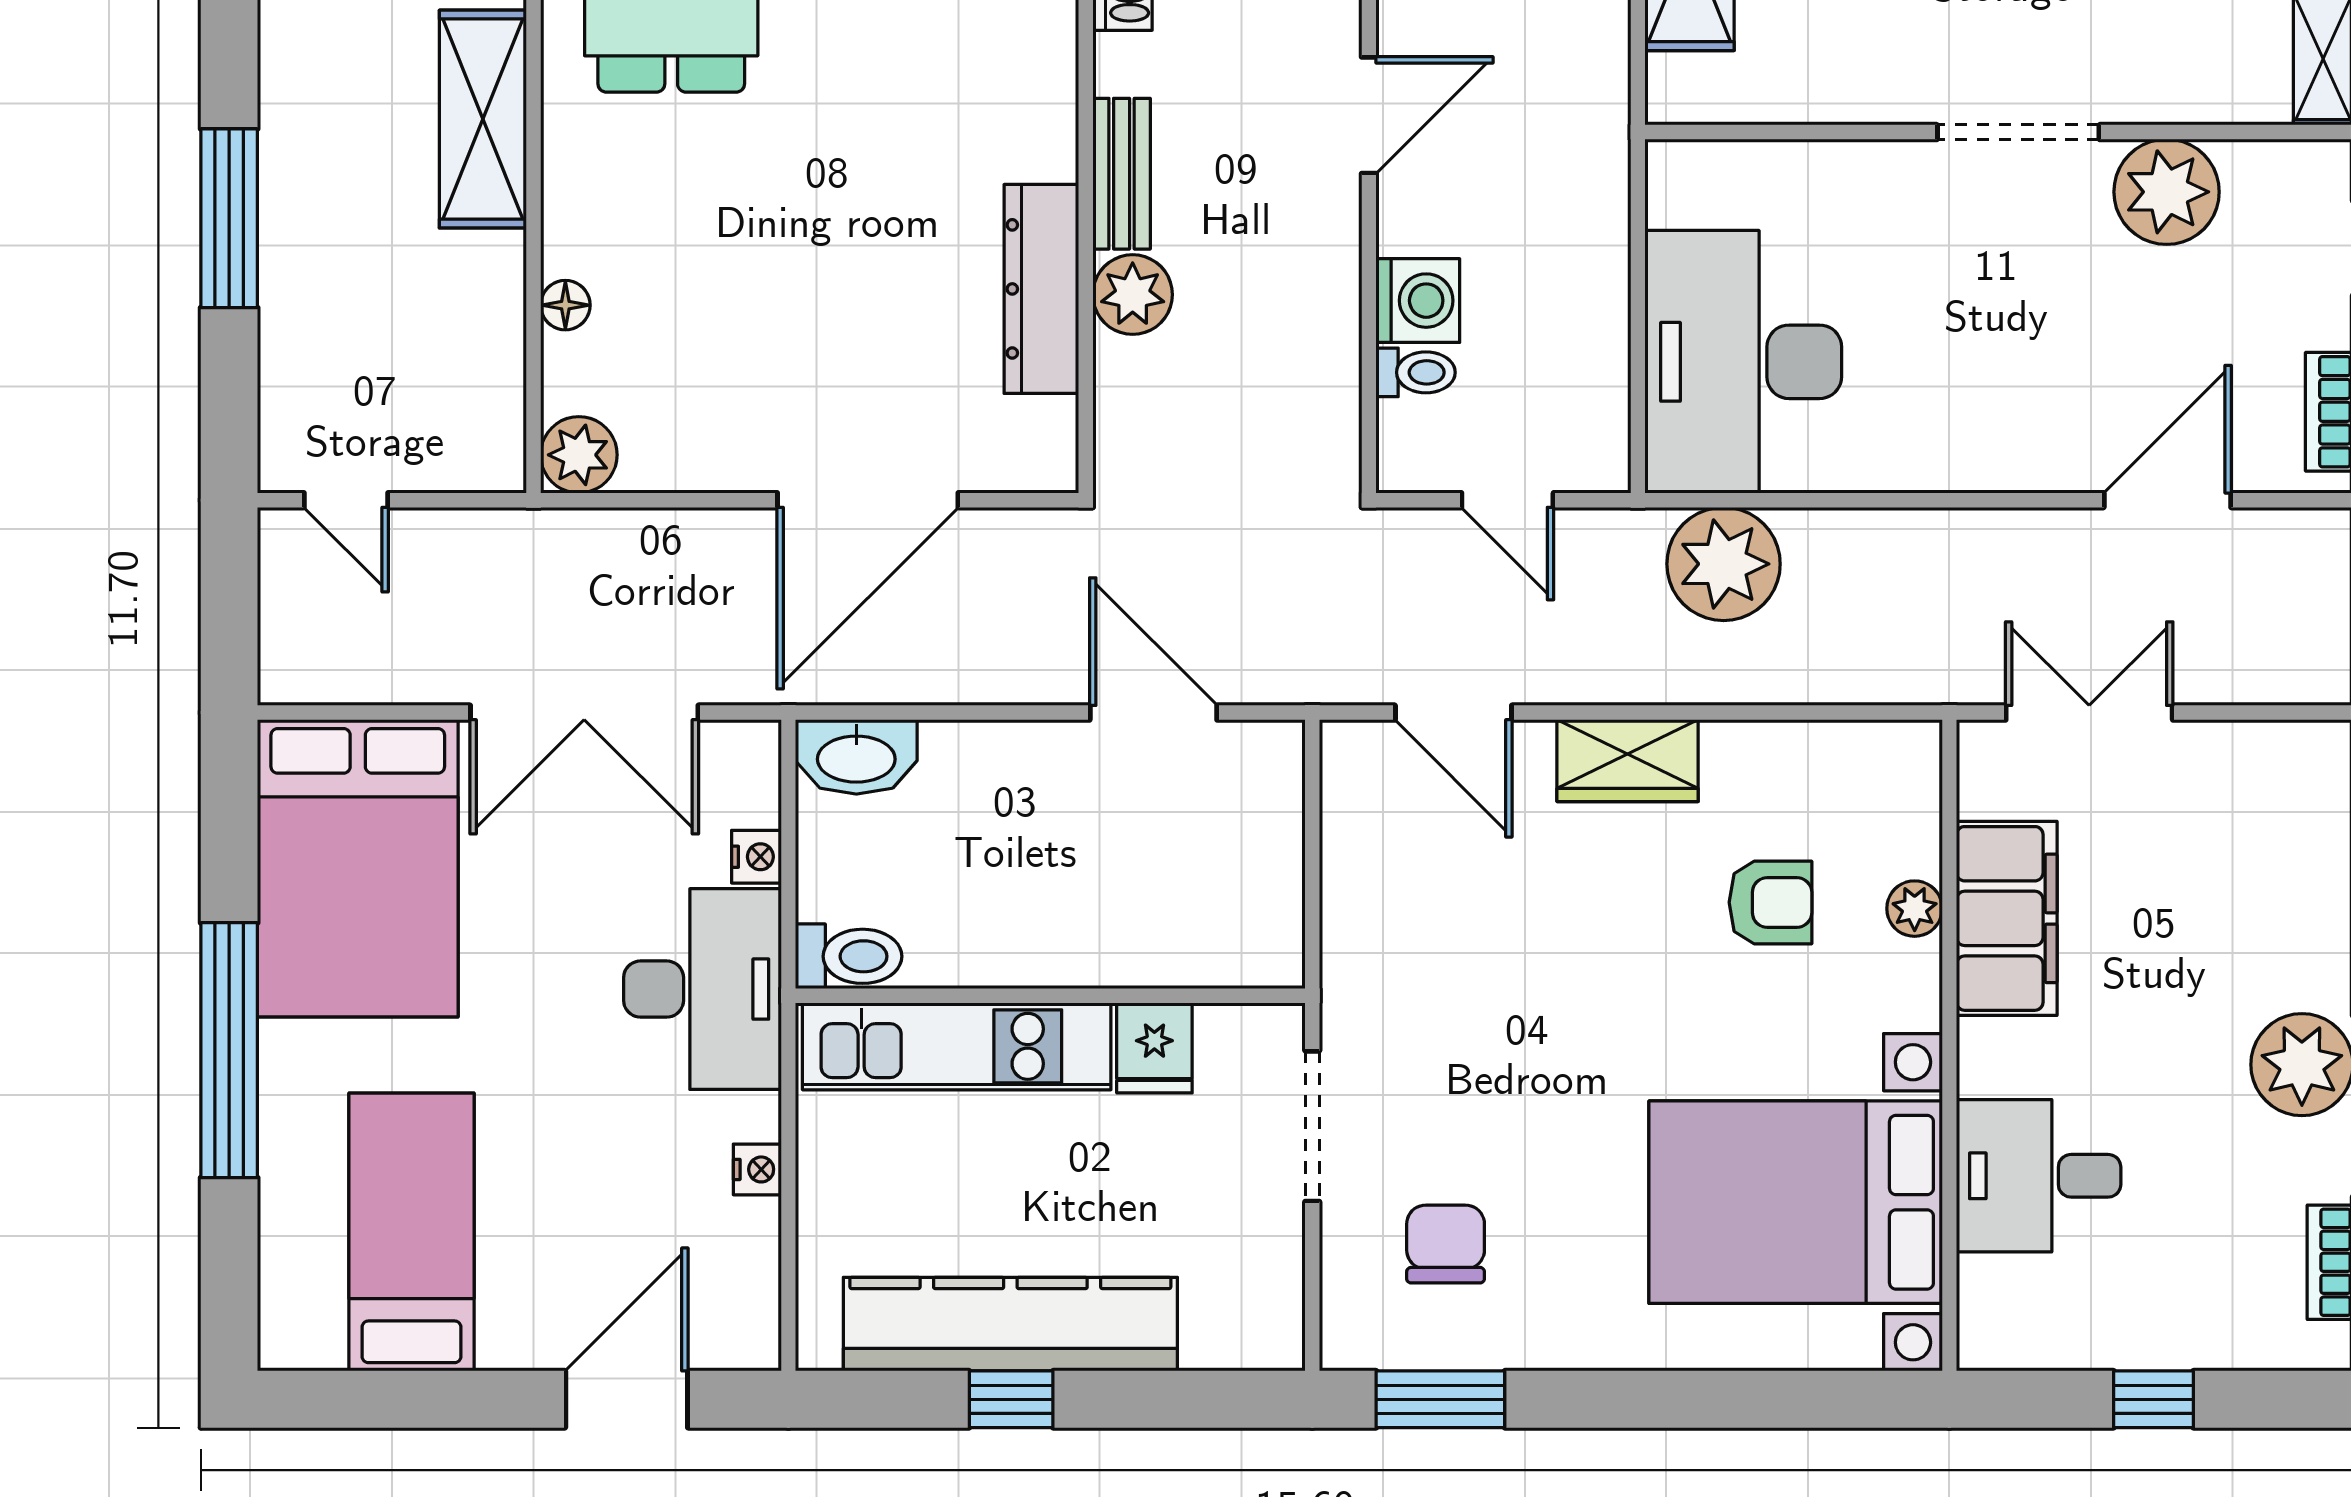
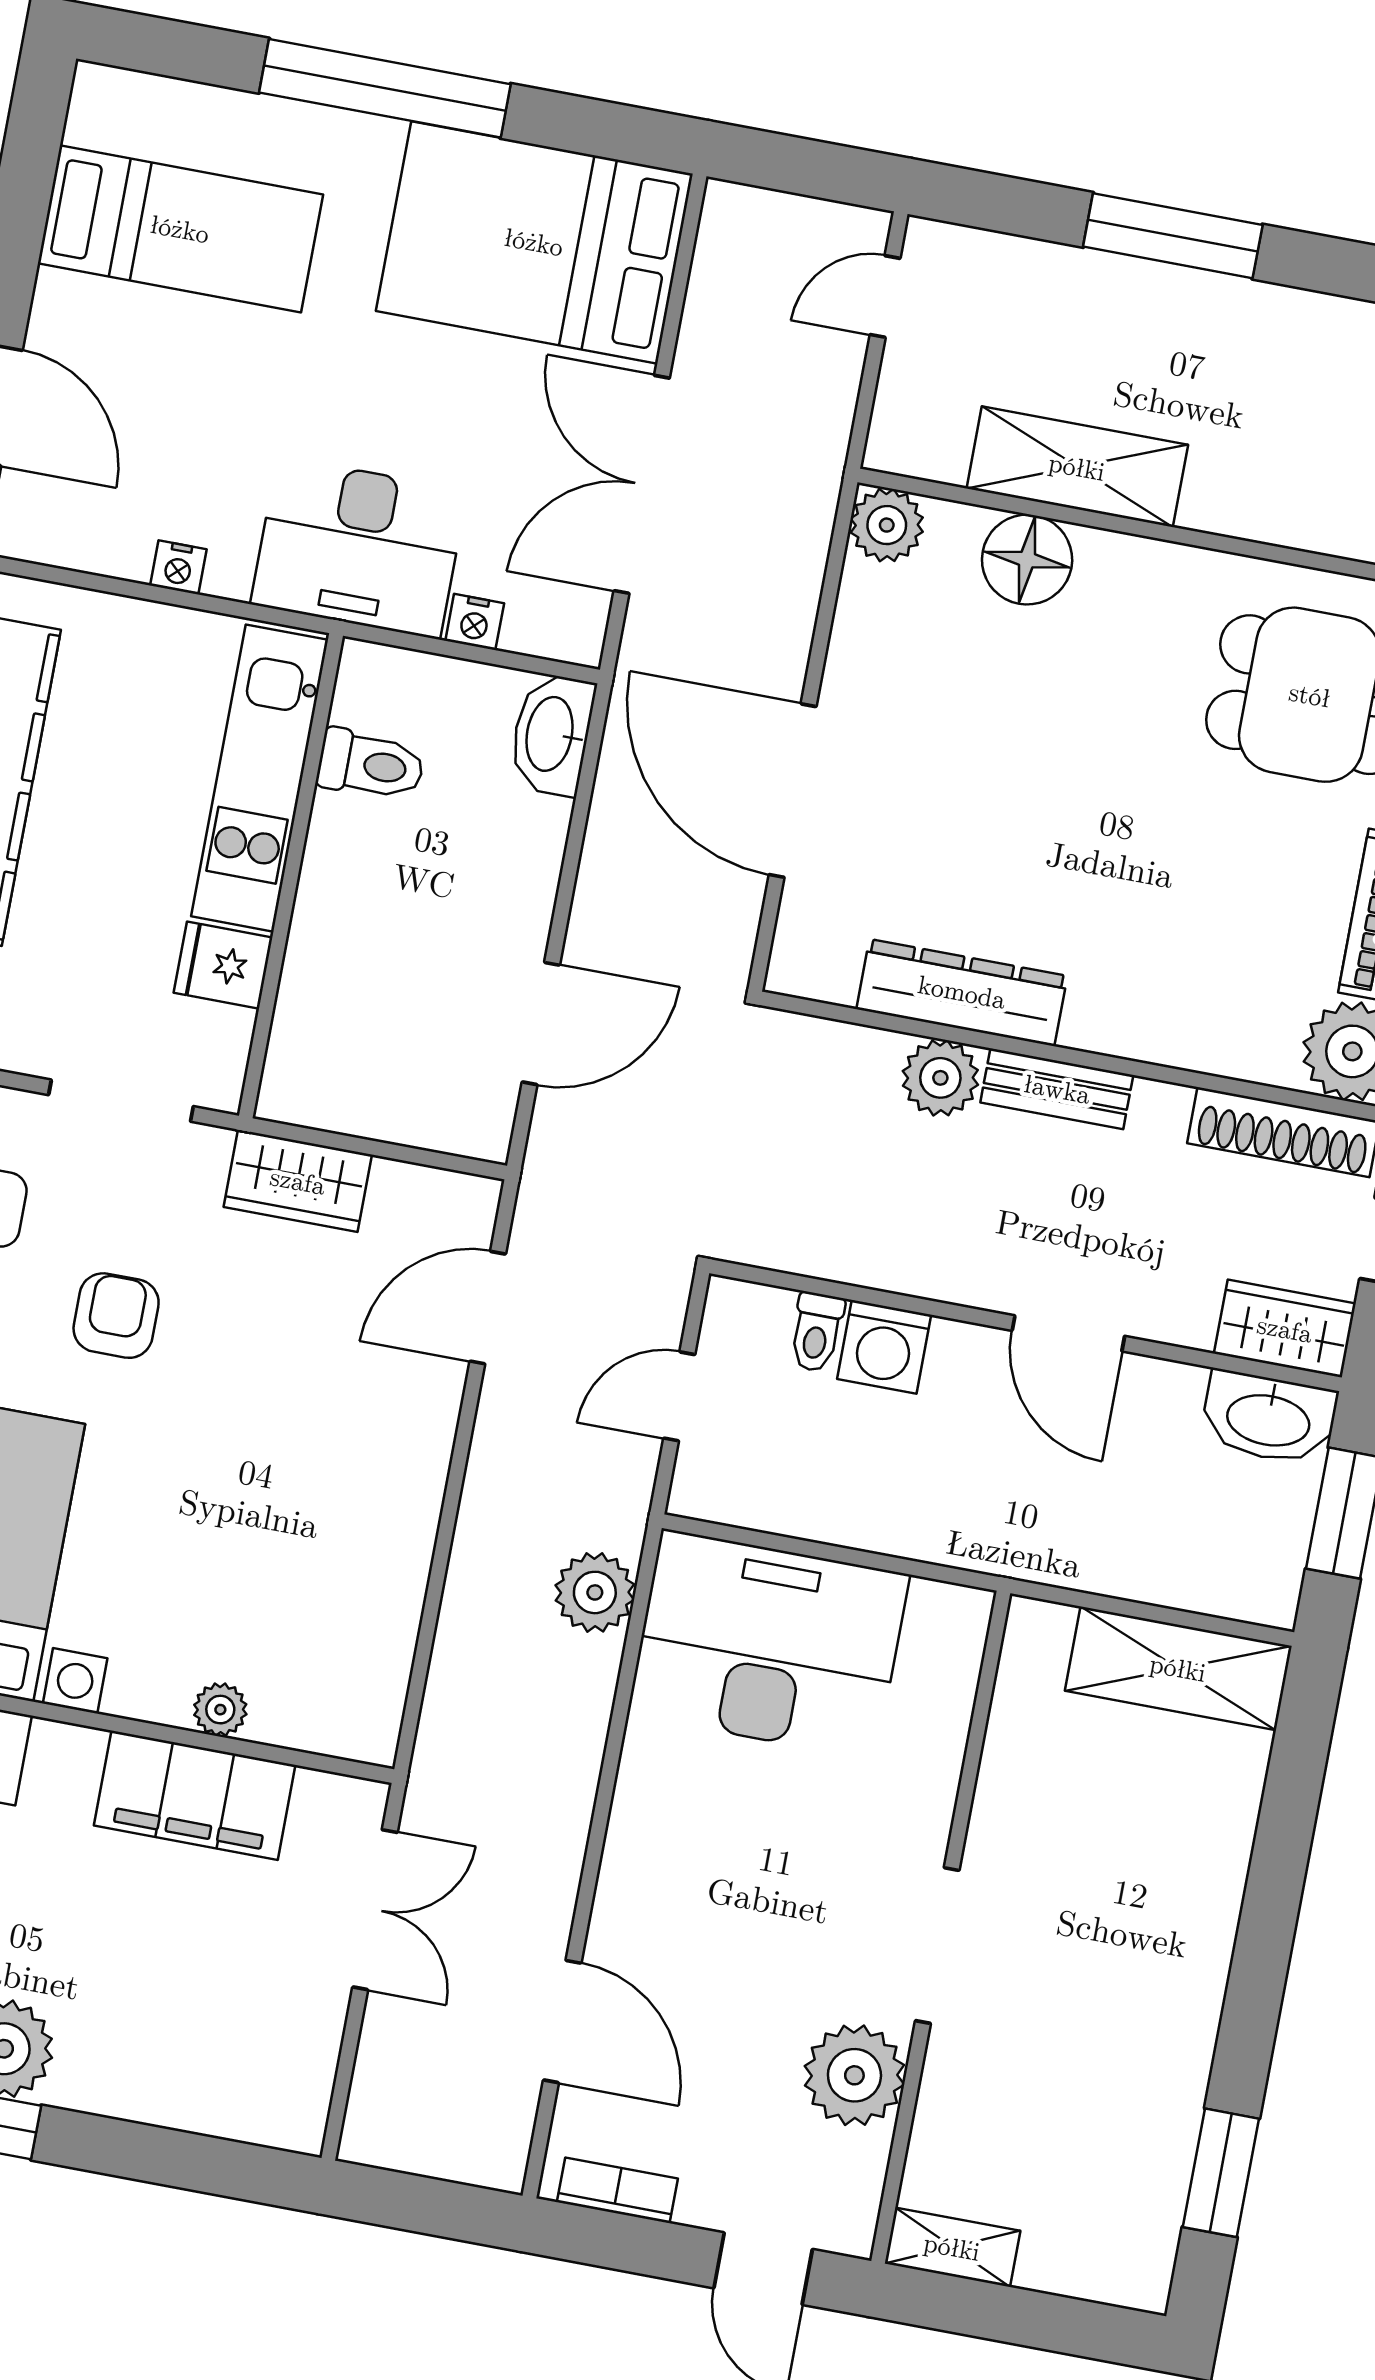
shelving: (483, 119) -> (1077, 467), moved
floor lamp: (565, 305) -> (1027, 560), width x1.89, depth x1.89
plant: (1724, 564) -> (595, 1592), width x0.73, depth x0.73
wardrobe: (1628, 761) -> (298, 1181), moved, turned -90
armchair: (1771, 902) -> (116, 1316), moved, turned 180
toilet: (849, 956) -> (371, 765), moved, turned -90

